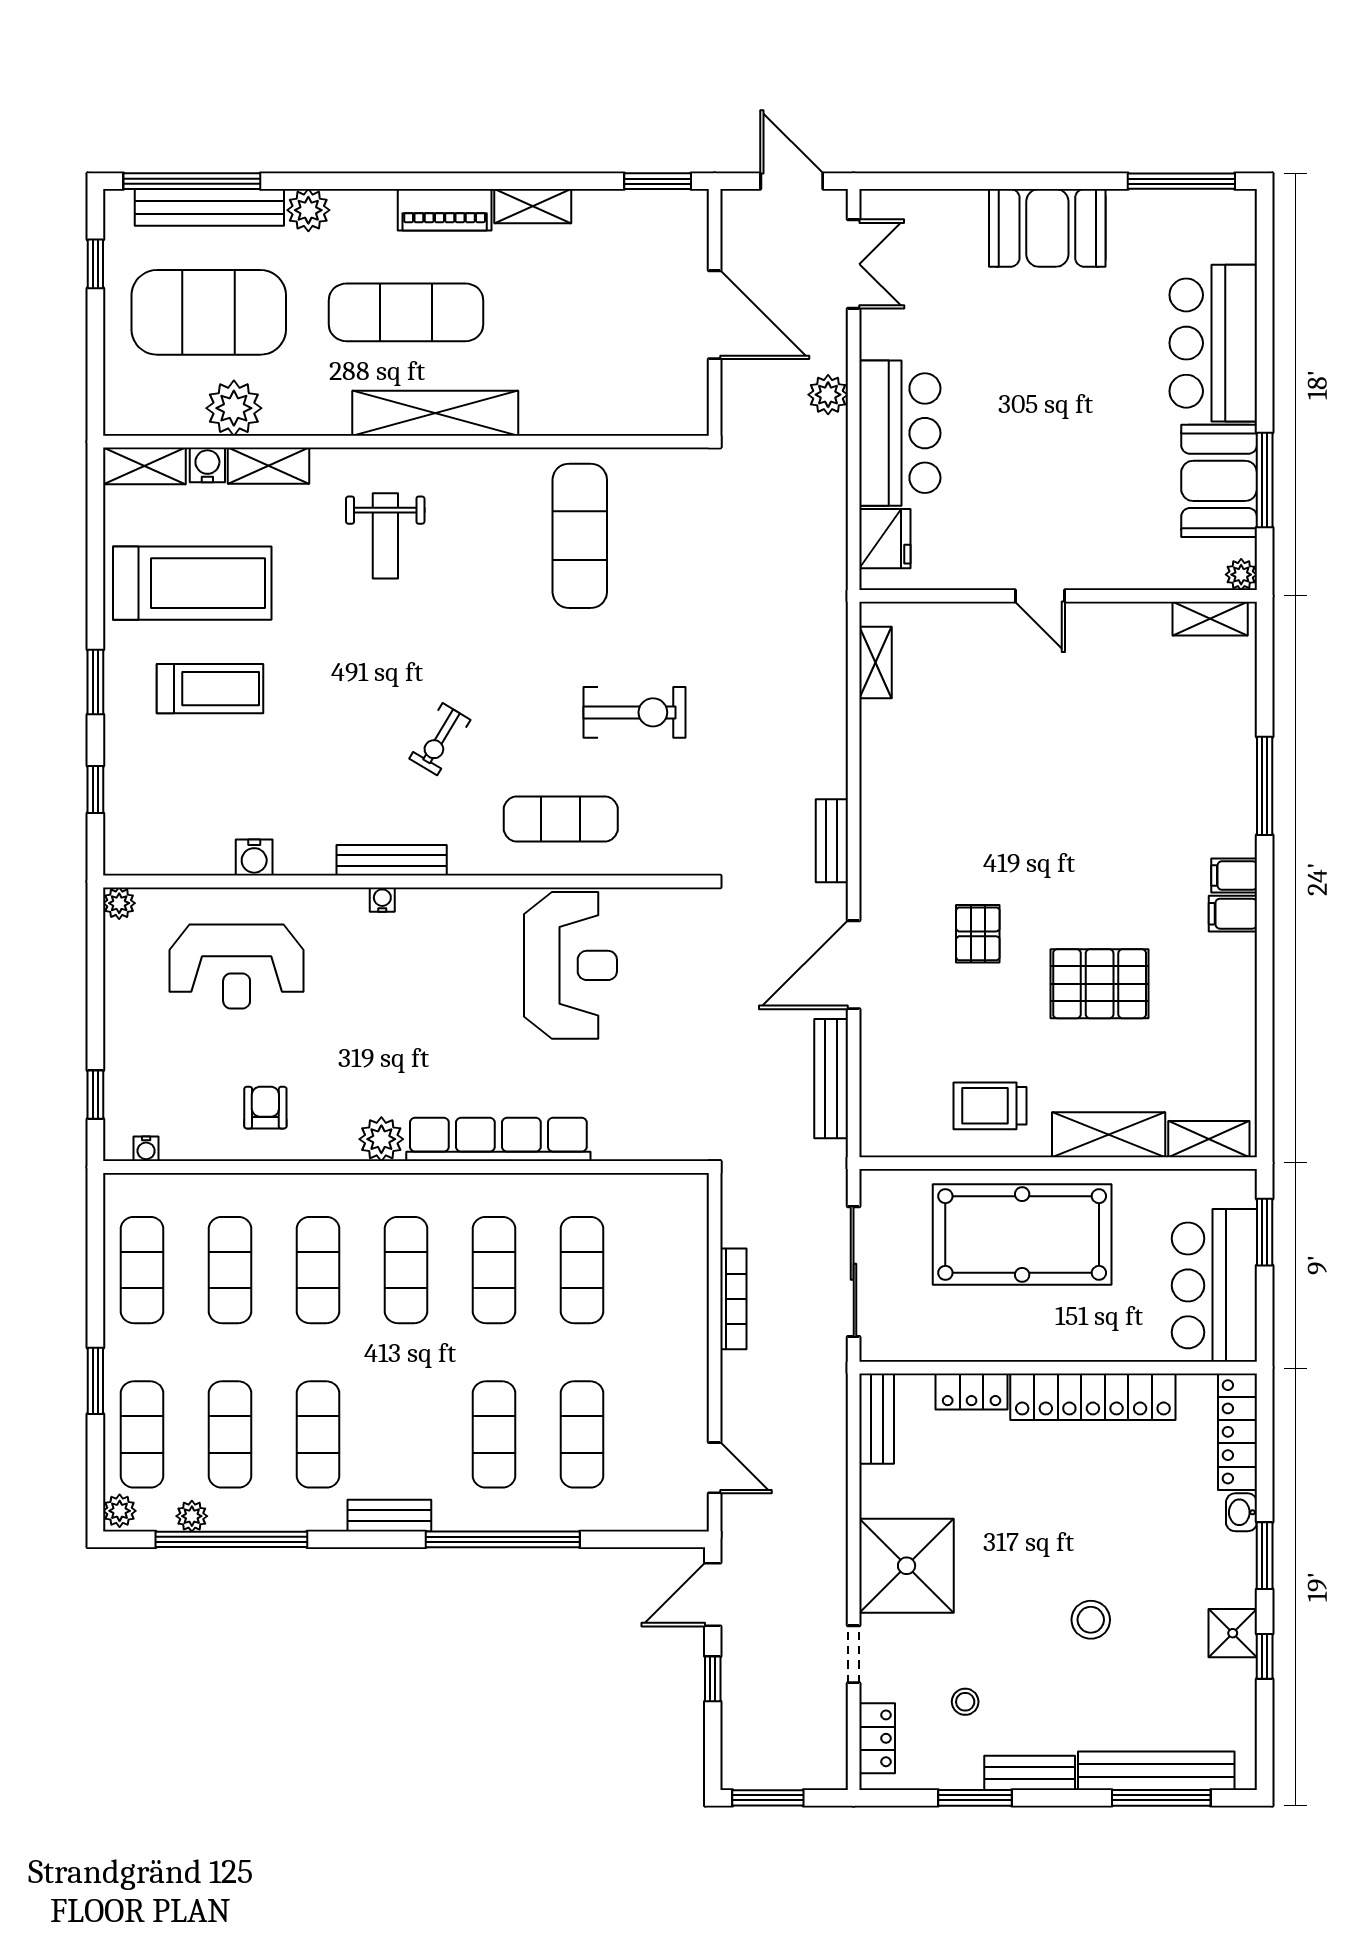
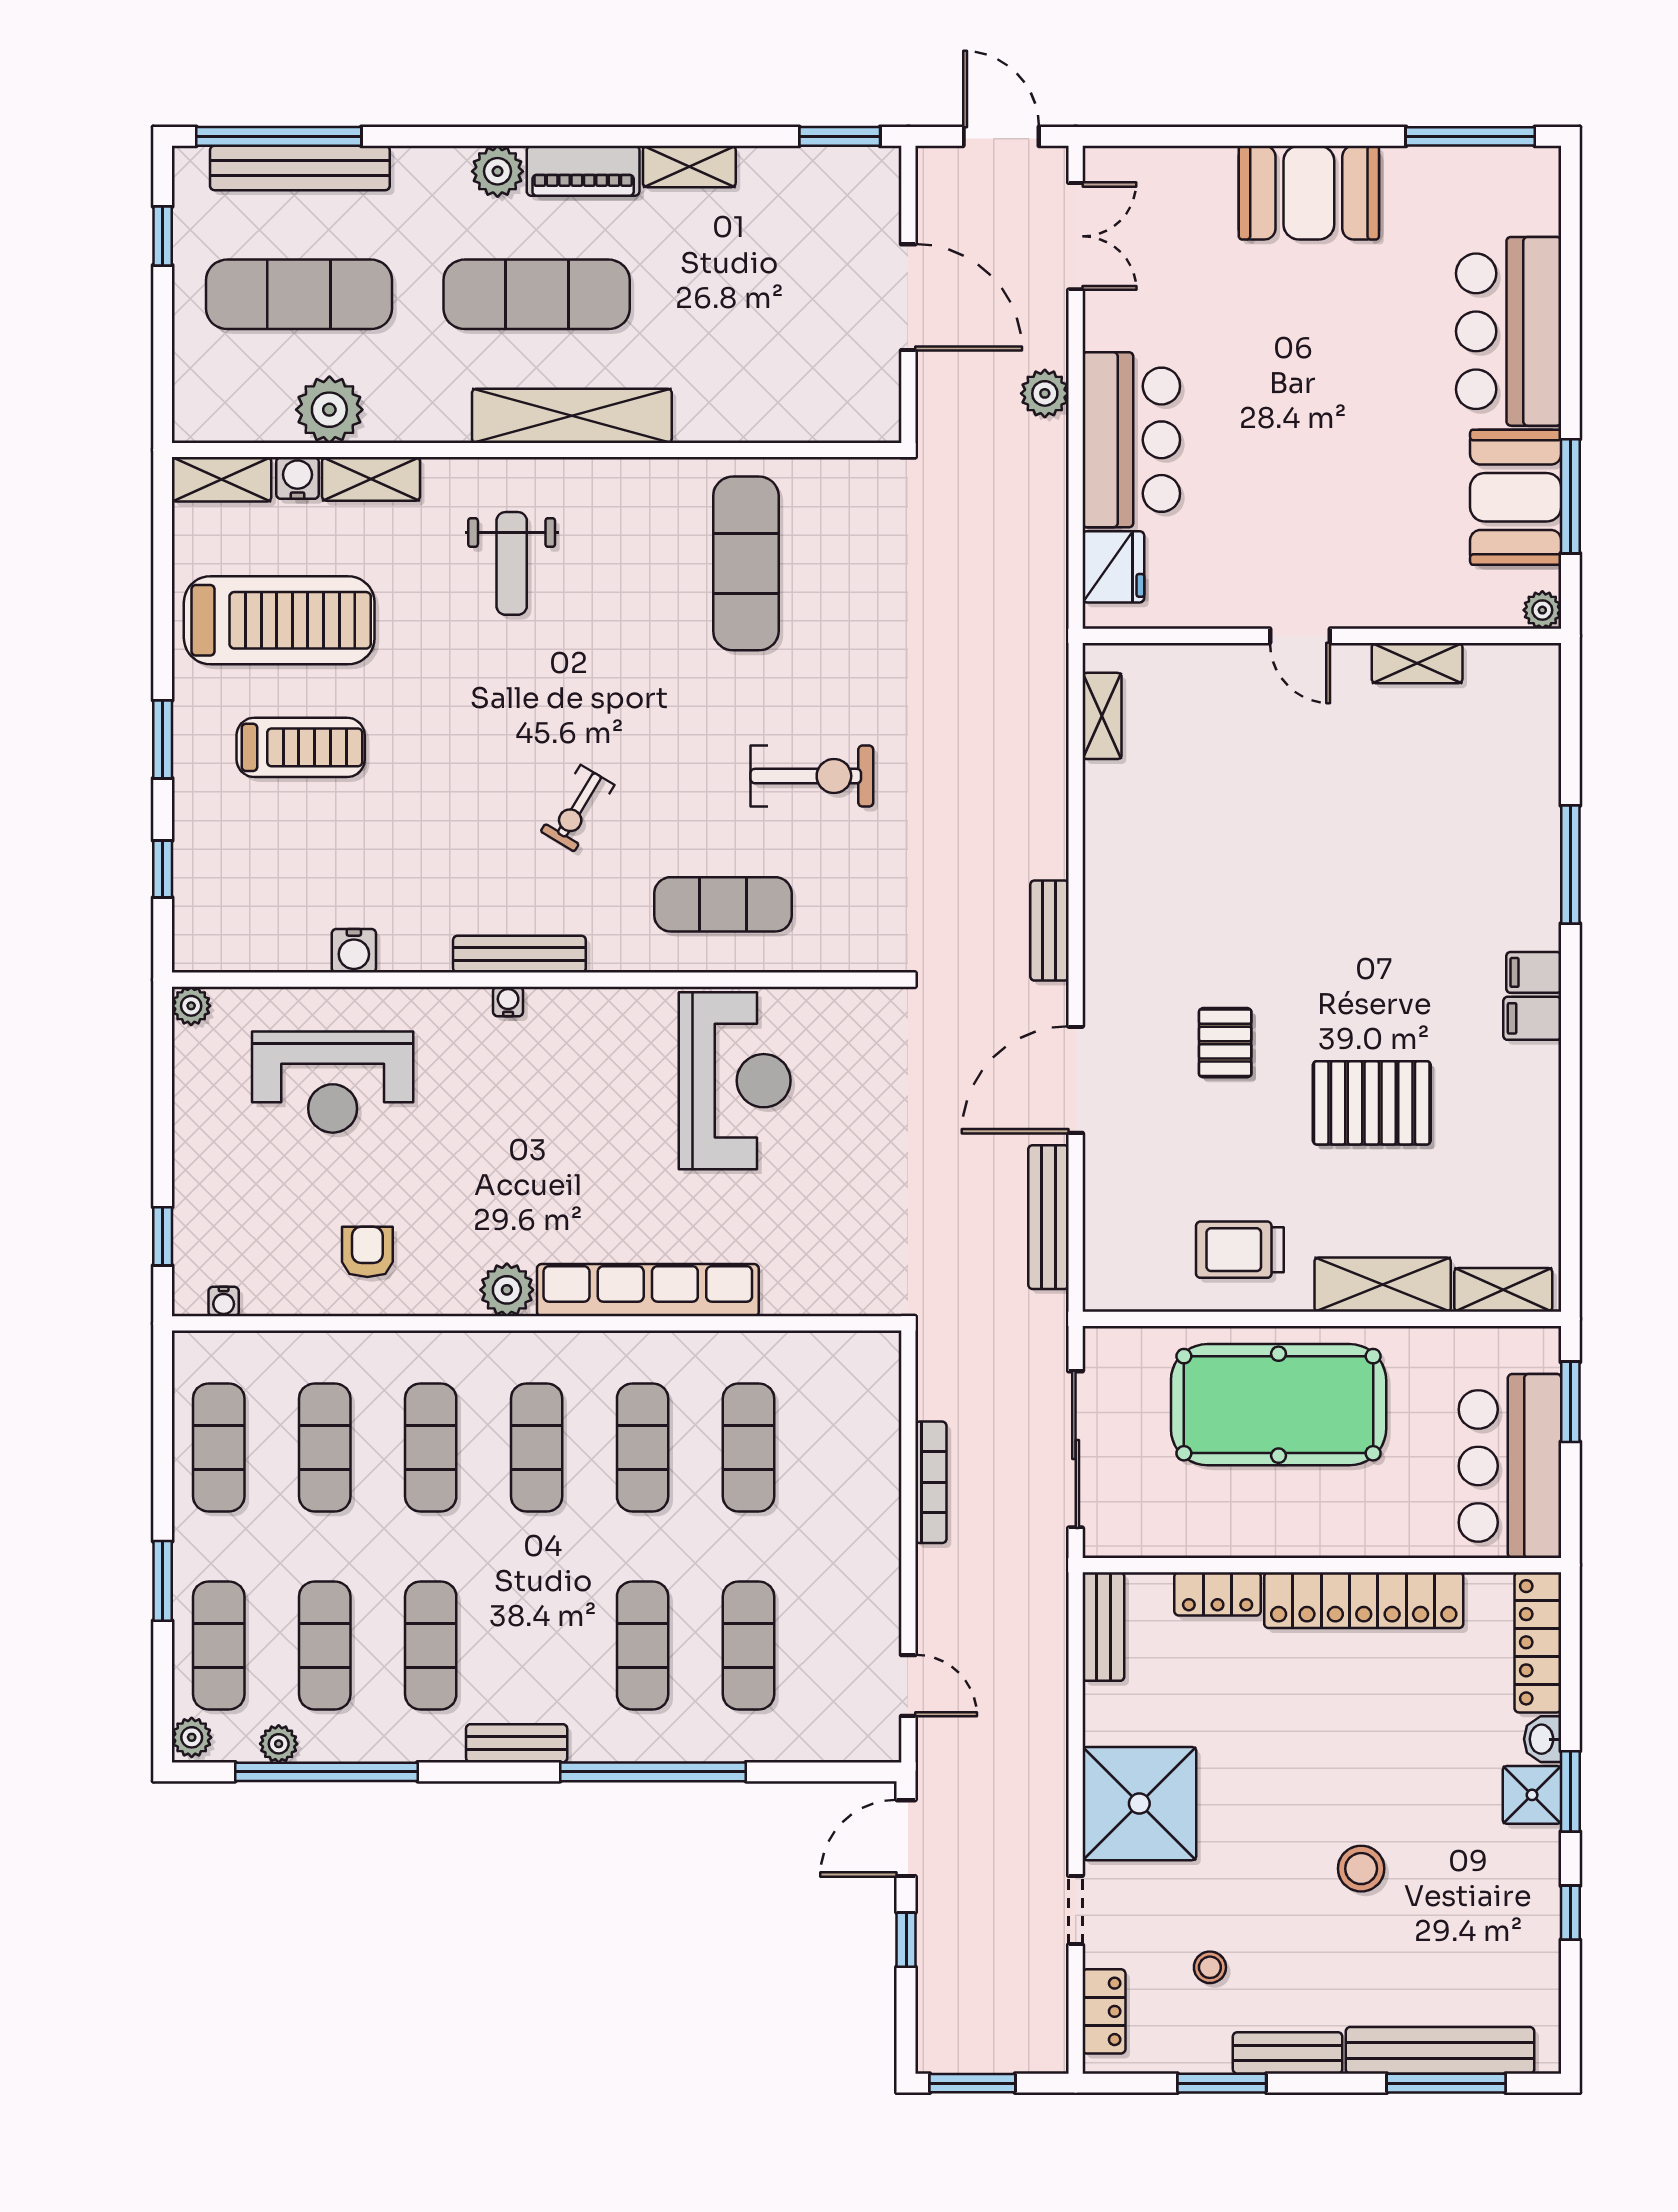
plant: (308, 210) -> (498, 171), moved
exercise mat: (209, 312) -> (299, 294), width x0.68
shelving: (1210, 619) -> (1417, 663), moved
shower: (1233, 1633) -> (1532, 1795), moved

